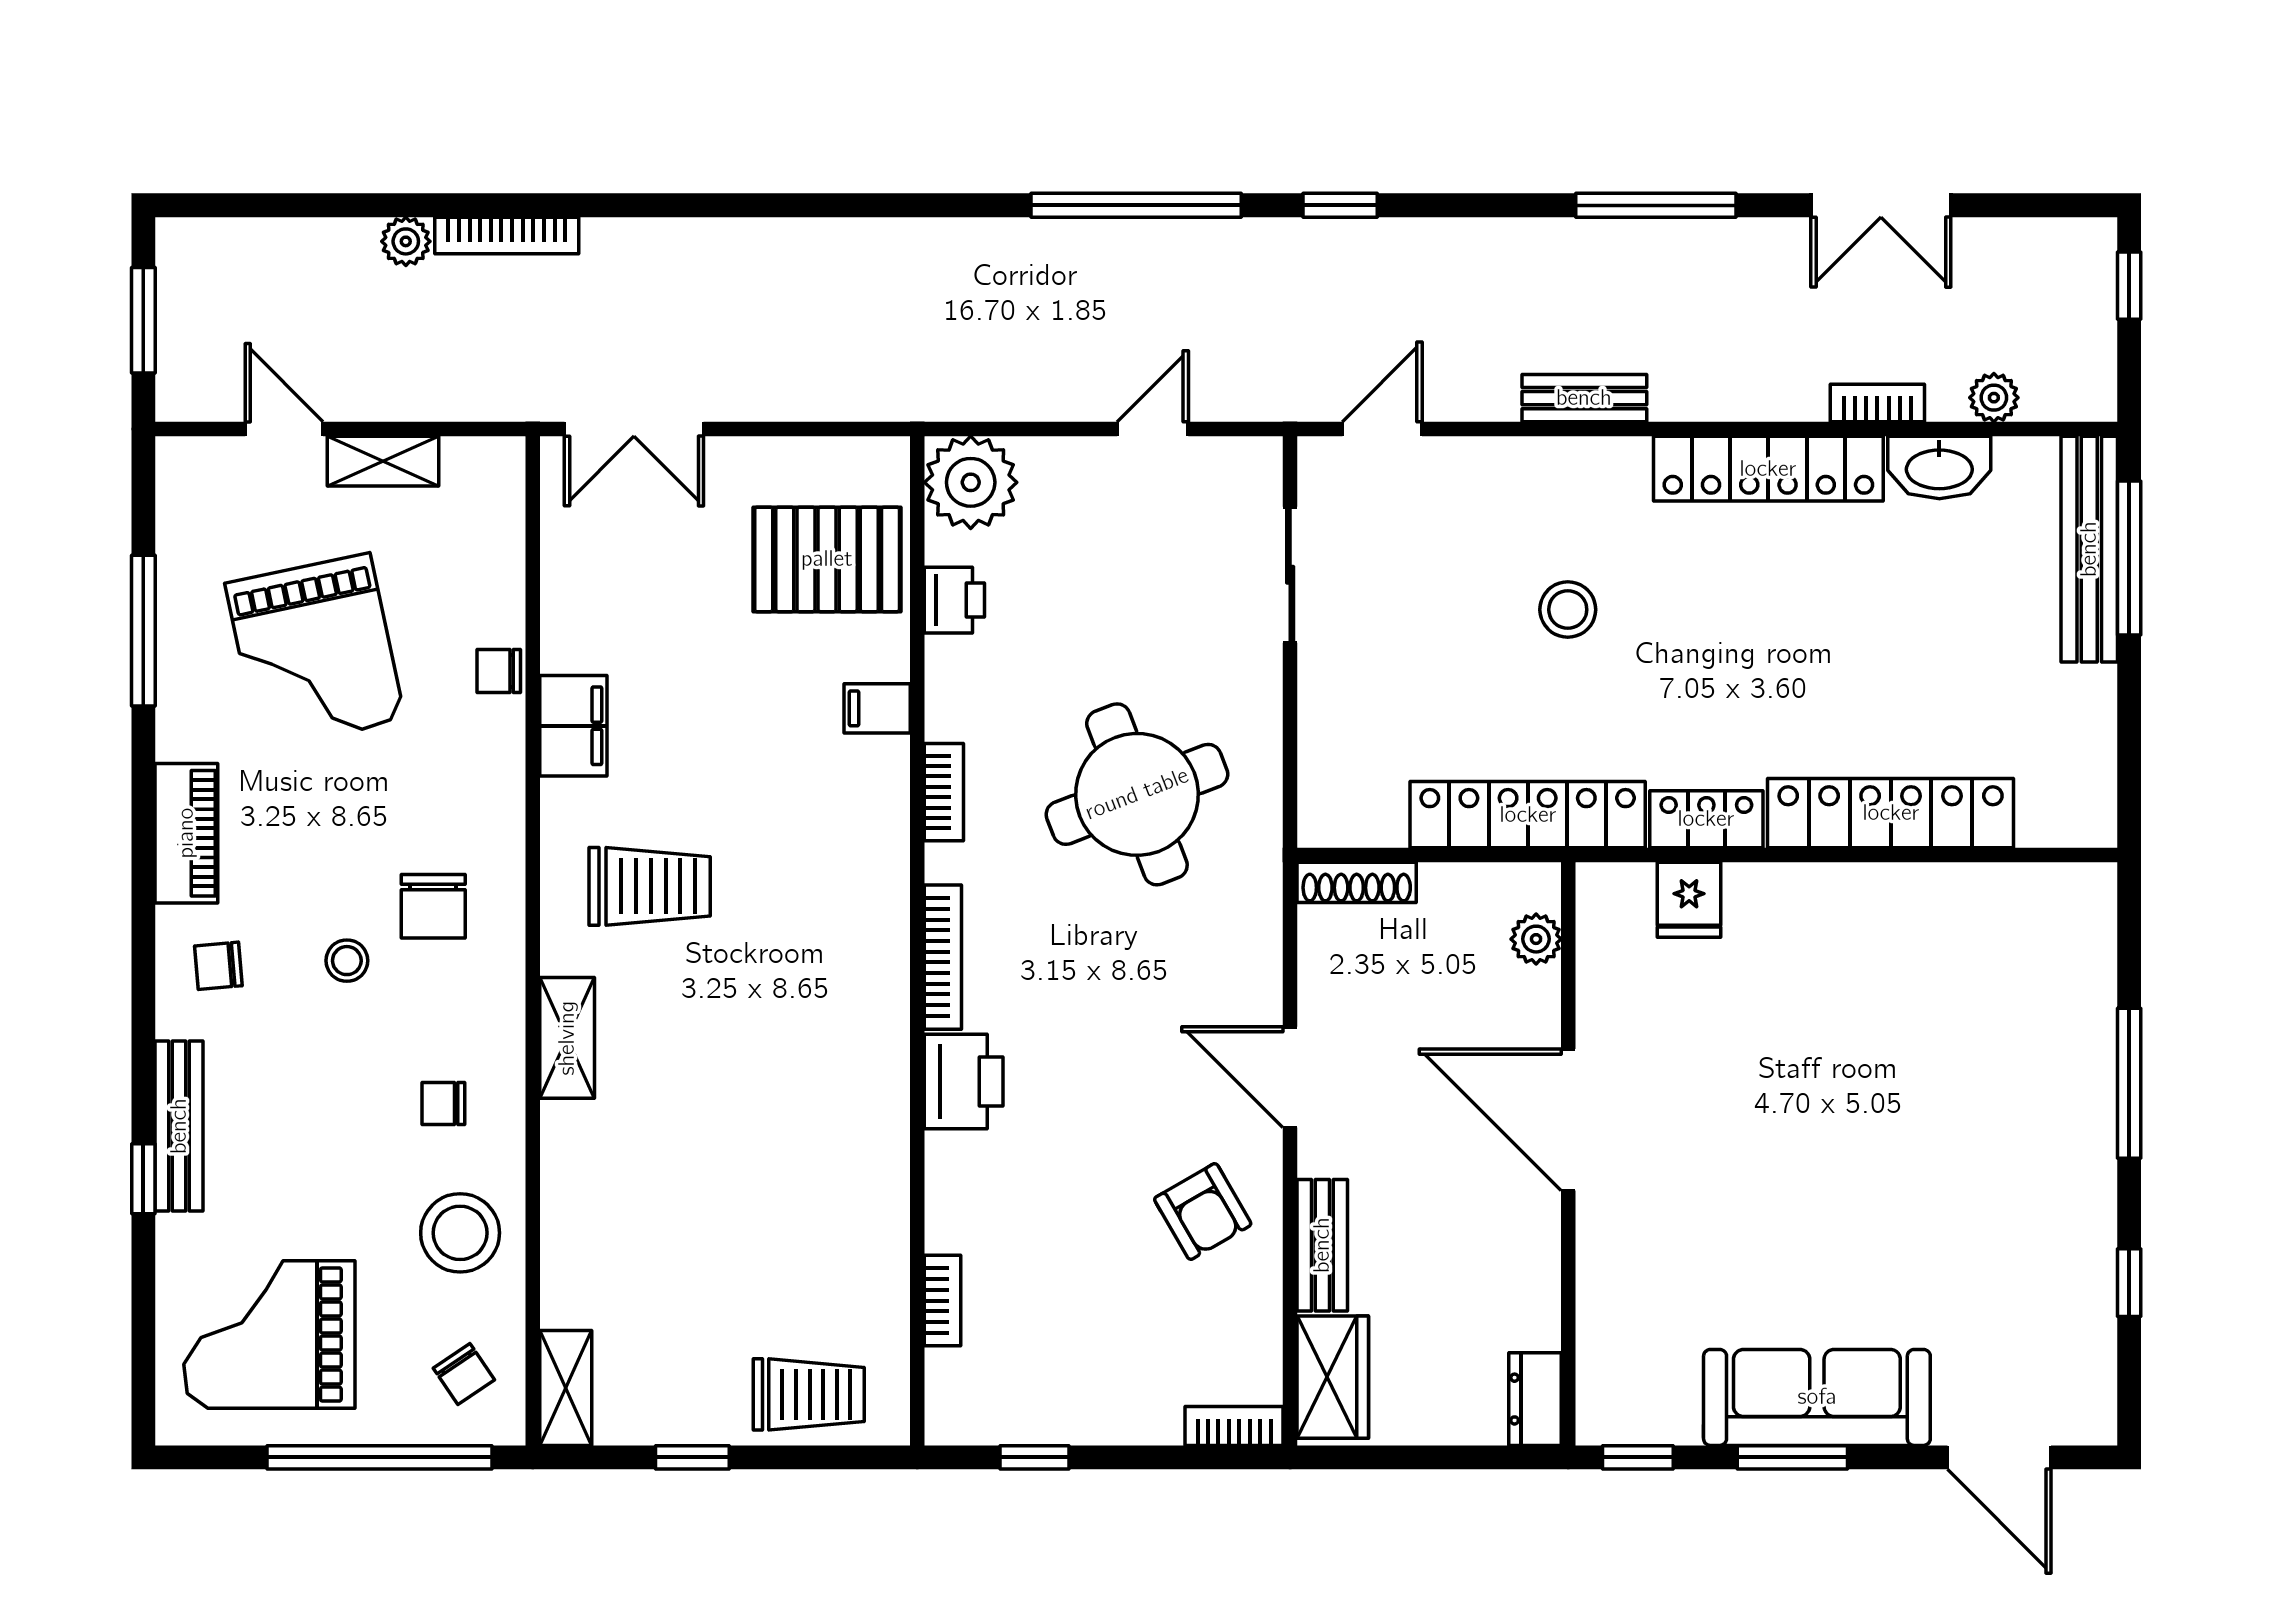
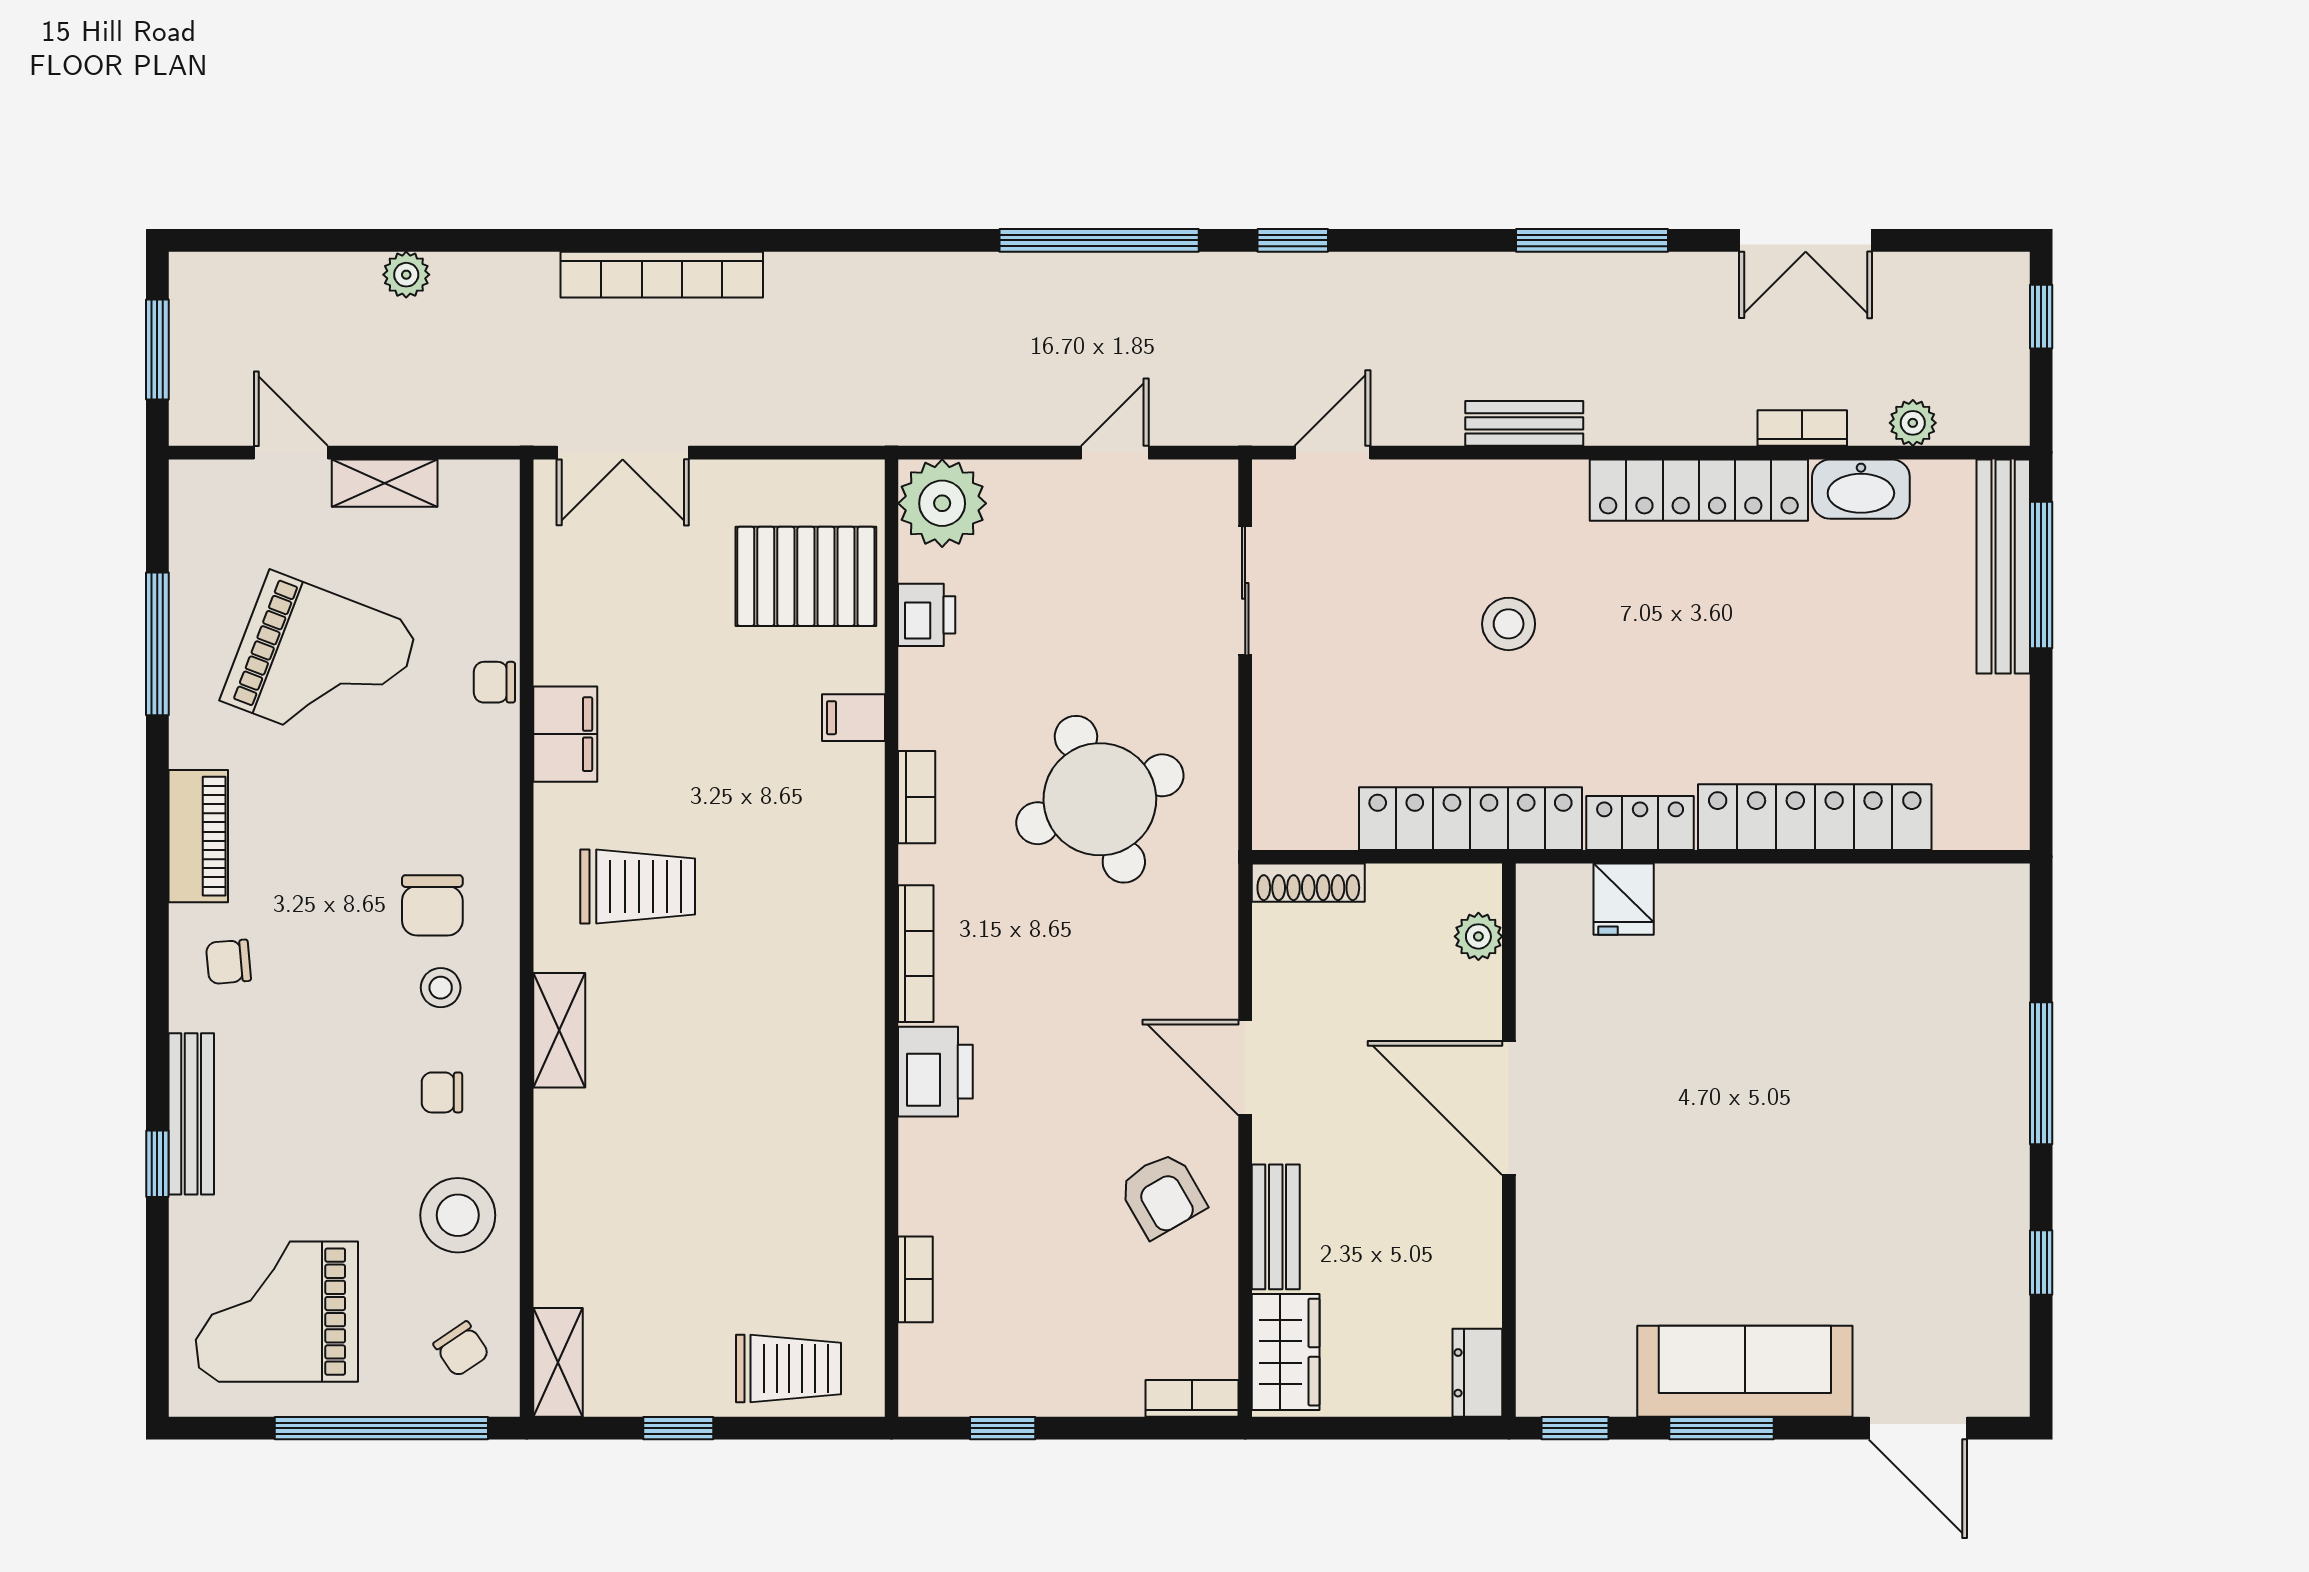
bookcase: (507, 236) -> (662, 275), moved, width x1.48, depth x1.31
grand piano: (315, 652) -> (320, 664), turned -57
stool: (347, 961) -> (441, 988), moved

